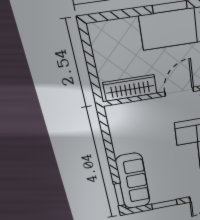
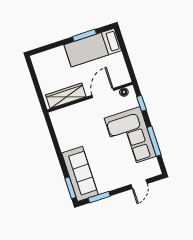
window: (164, 204) -> (99, 197), moved

